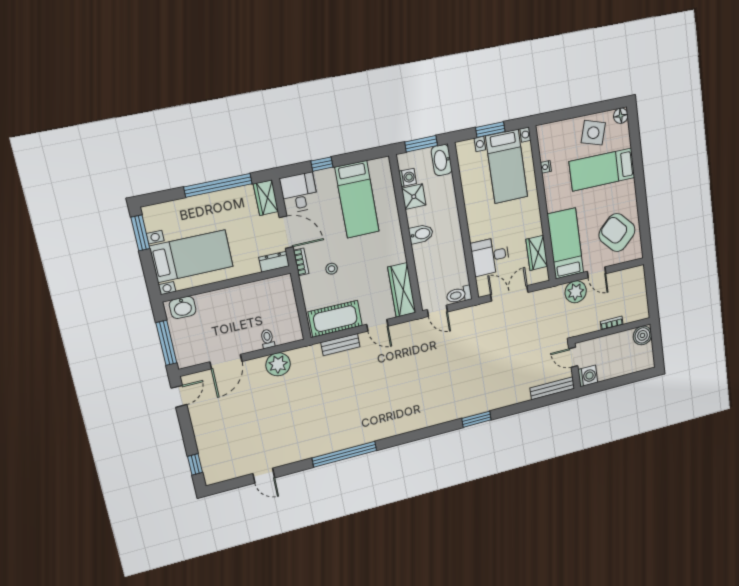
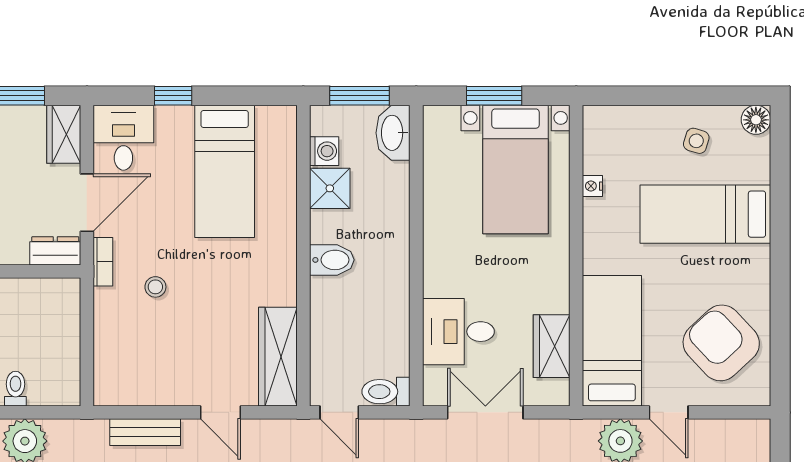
side table: (593, 133) -> (696, 141), width x0.54, depth x0.54
door: (286, 232) -> (87, 203), hinge flipped
cot: (335, 319) -> (145, 381), removed

